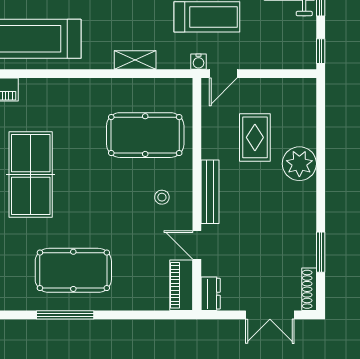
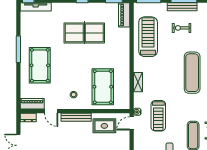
door: (223, 74) -> (132, 123), hinge flipped
rug: (255, 137) -> (104, 126), moved
door: (197, 245) -> (51, 111), swing flipped
pool table: (73, 270) -> (40, 65), moved

